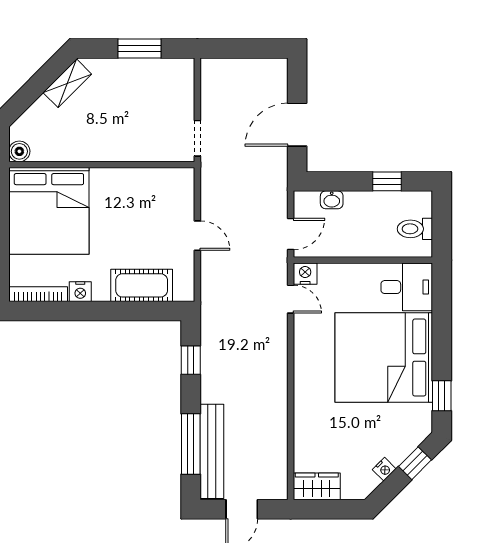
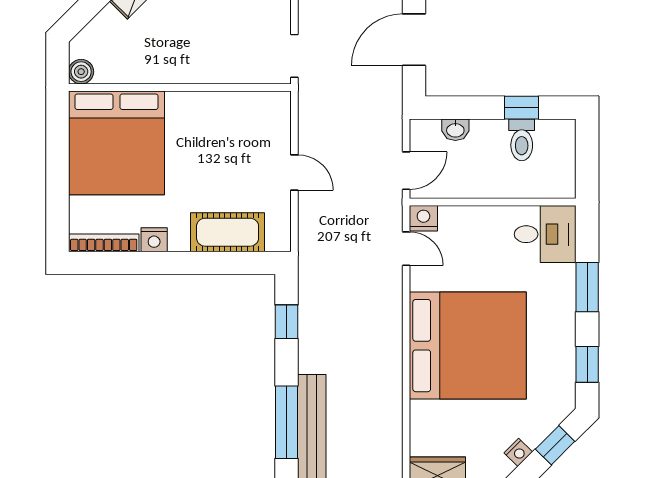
toilet: (415, 229) -> (522, 140), moved, turned -90
window: (442, 331) -> (587, 287), added
bed: (384, 358) -> (468, 346), moved, turned 180

